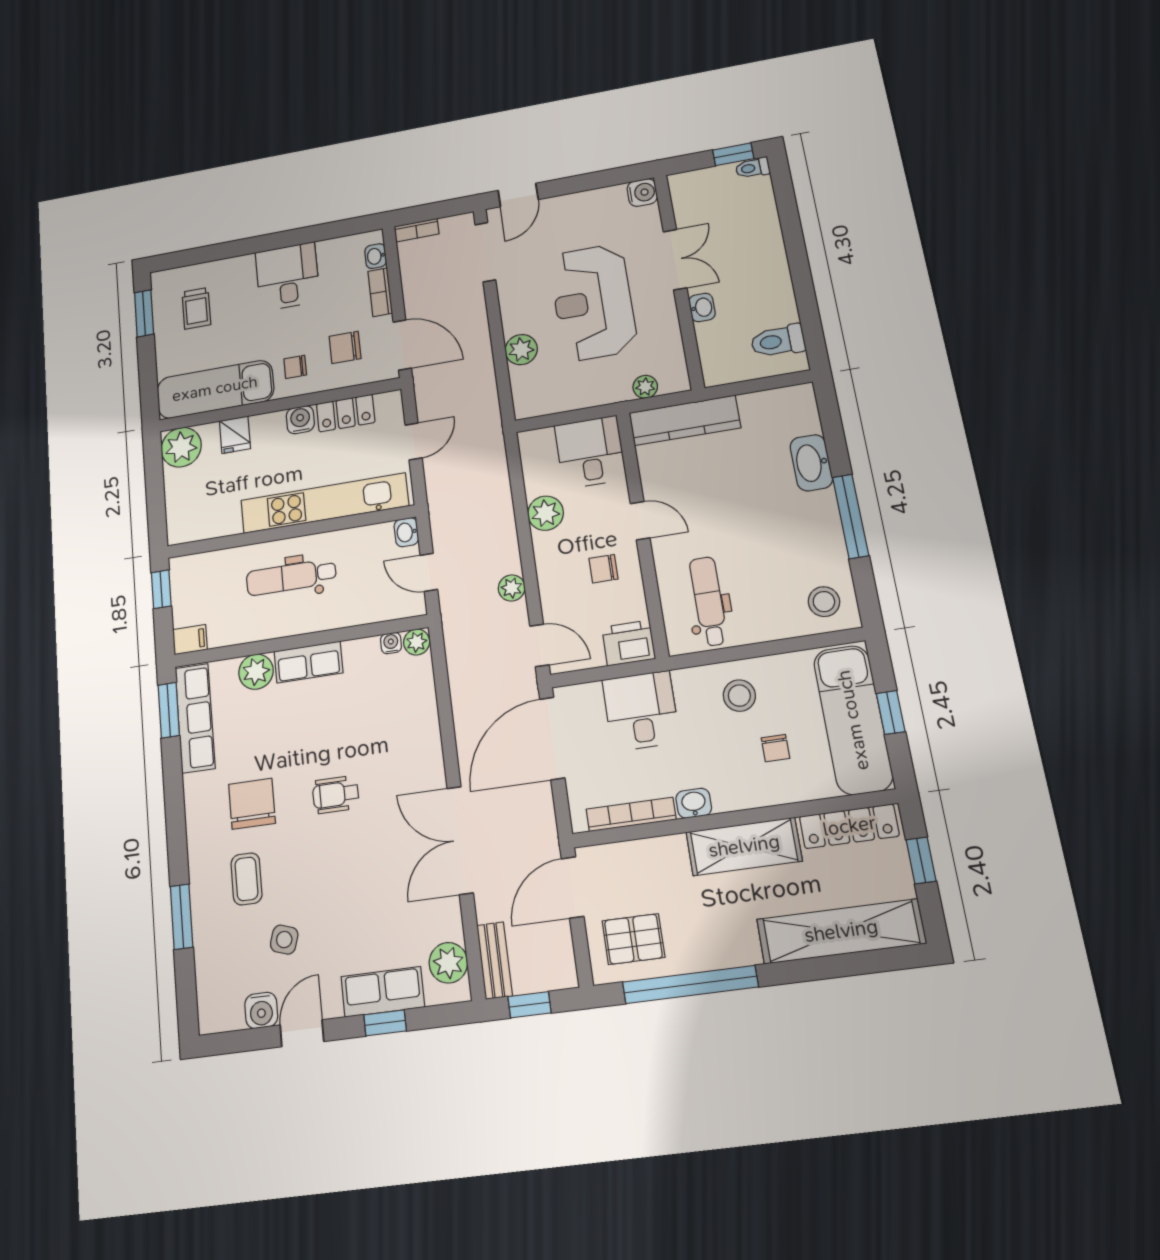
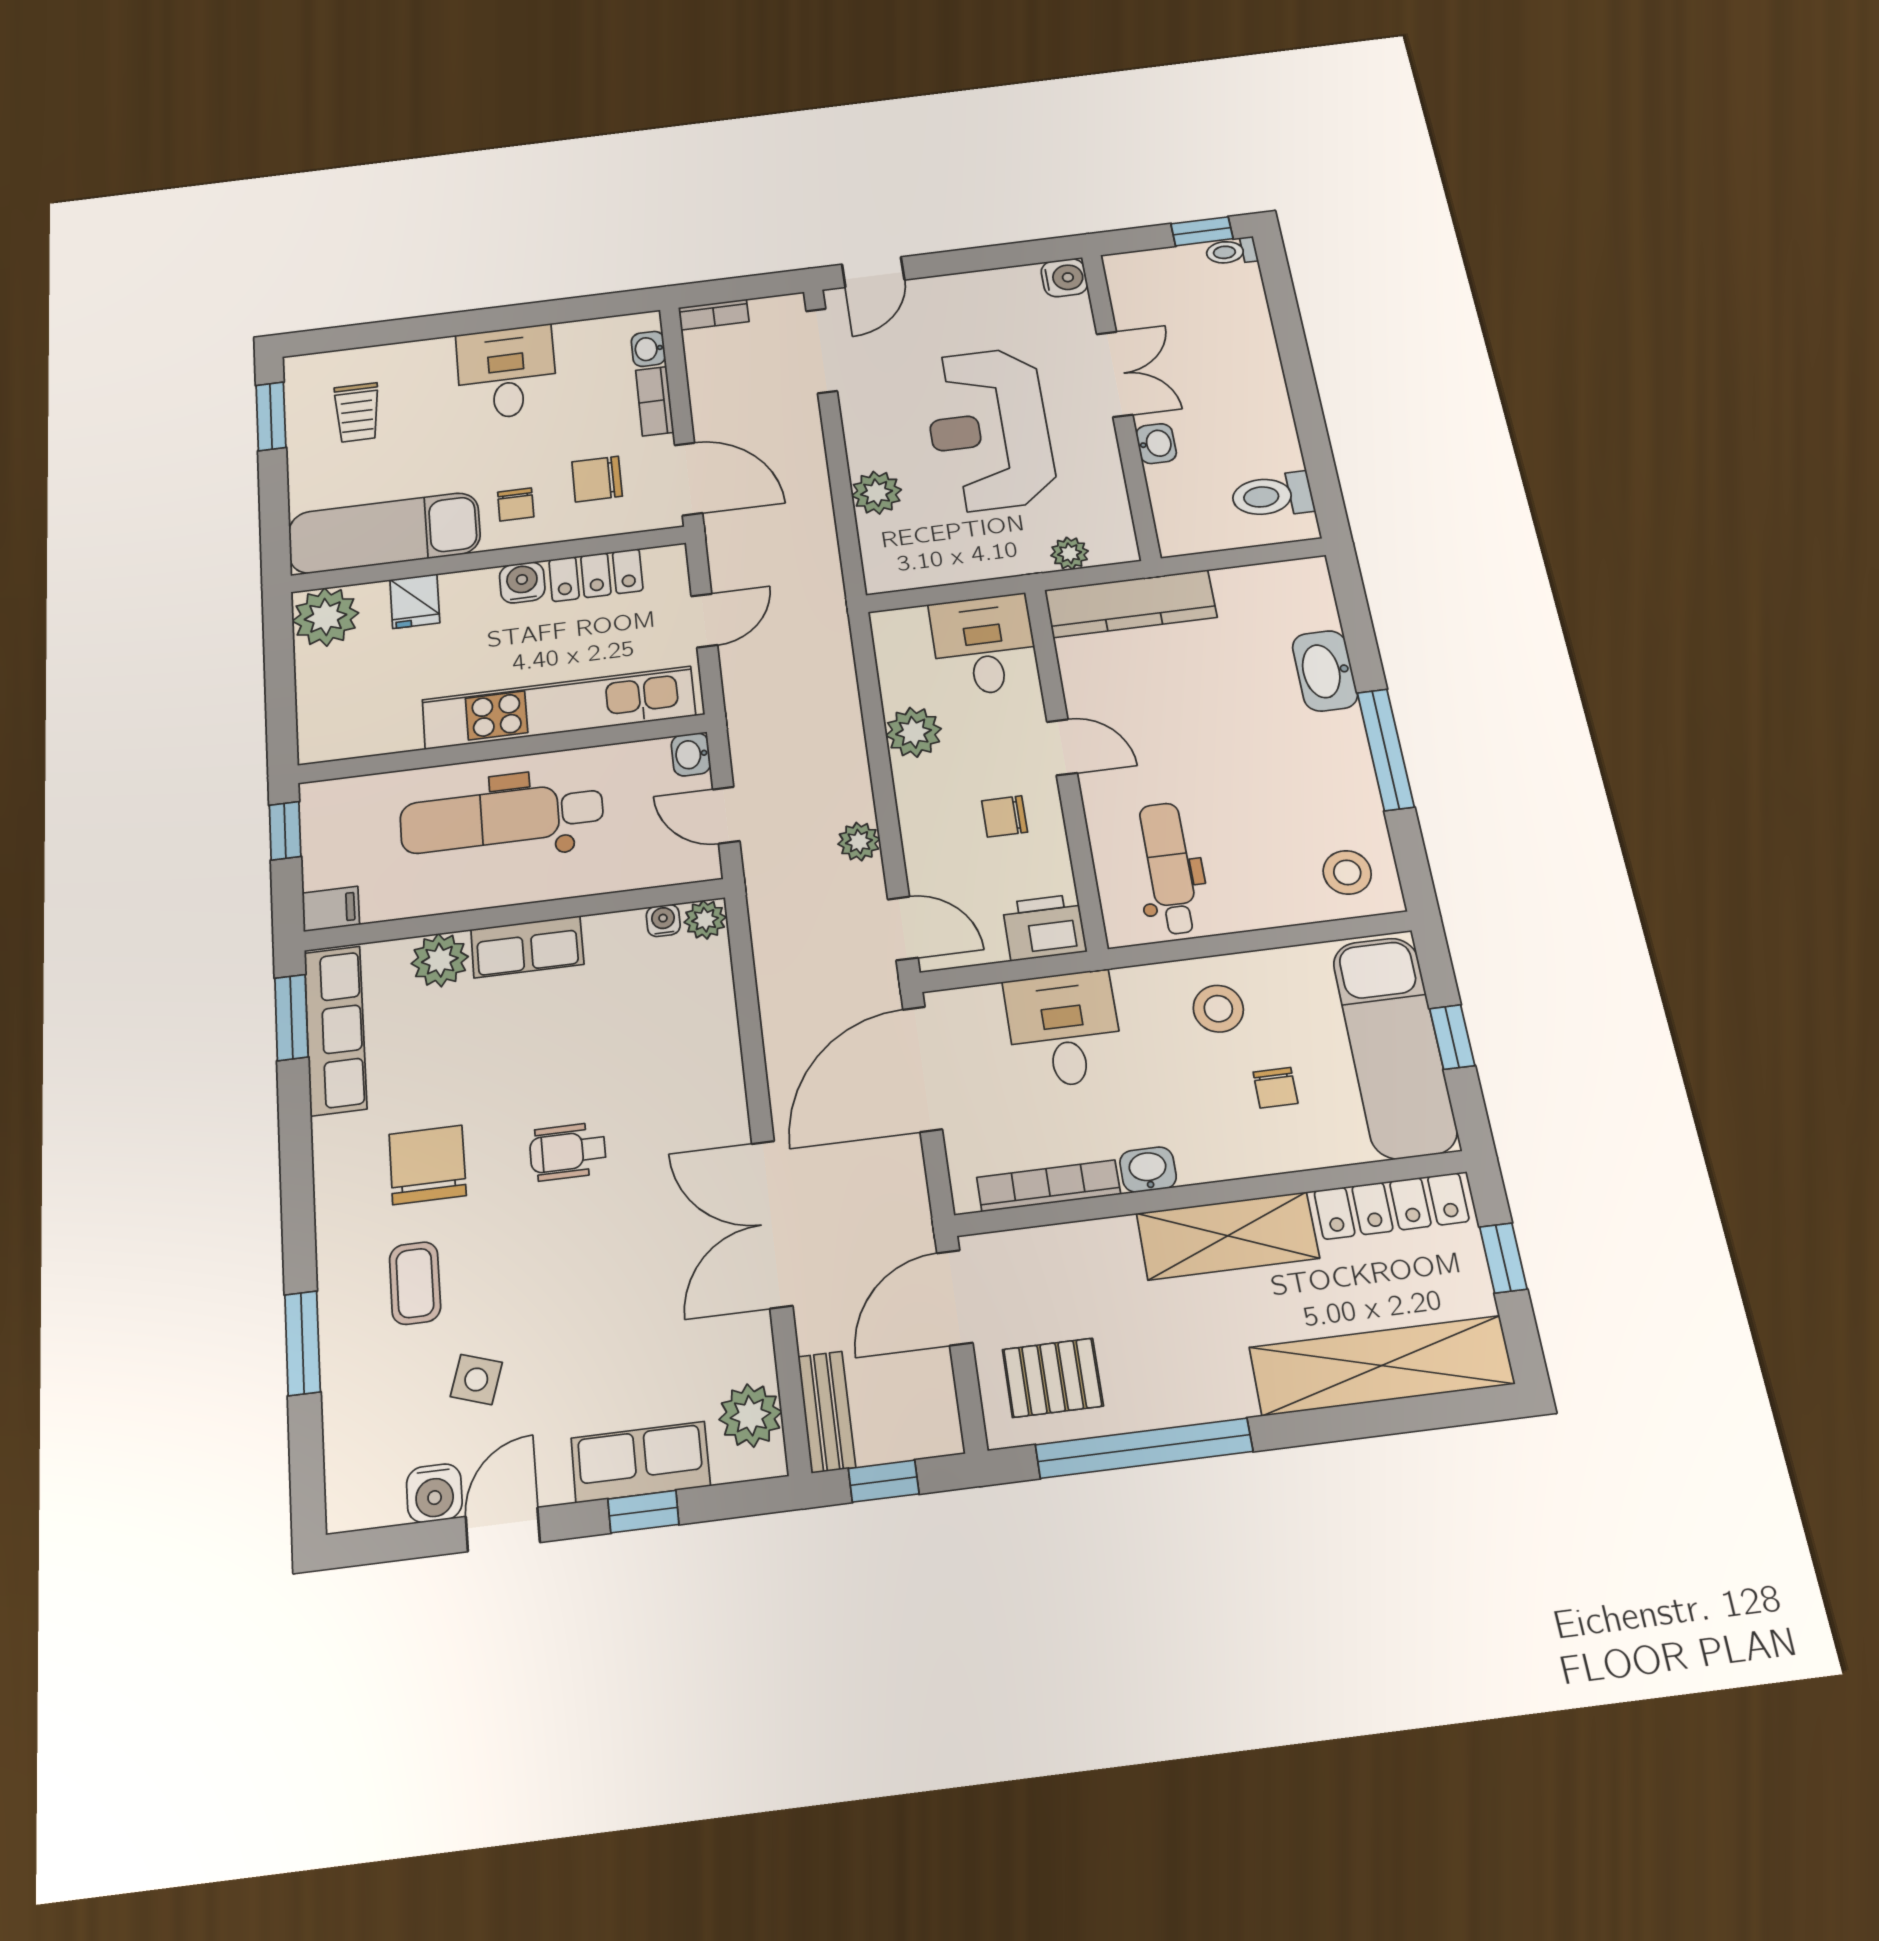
chair: (295, 367) -> (516, 504), turned -90
dental chair: (291, 577) -> (502, 817), width x1.36, depth x1.38

